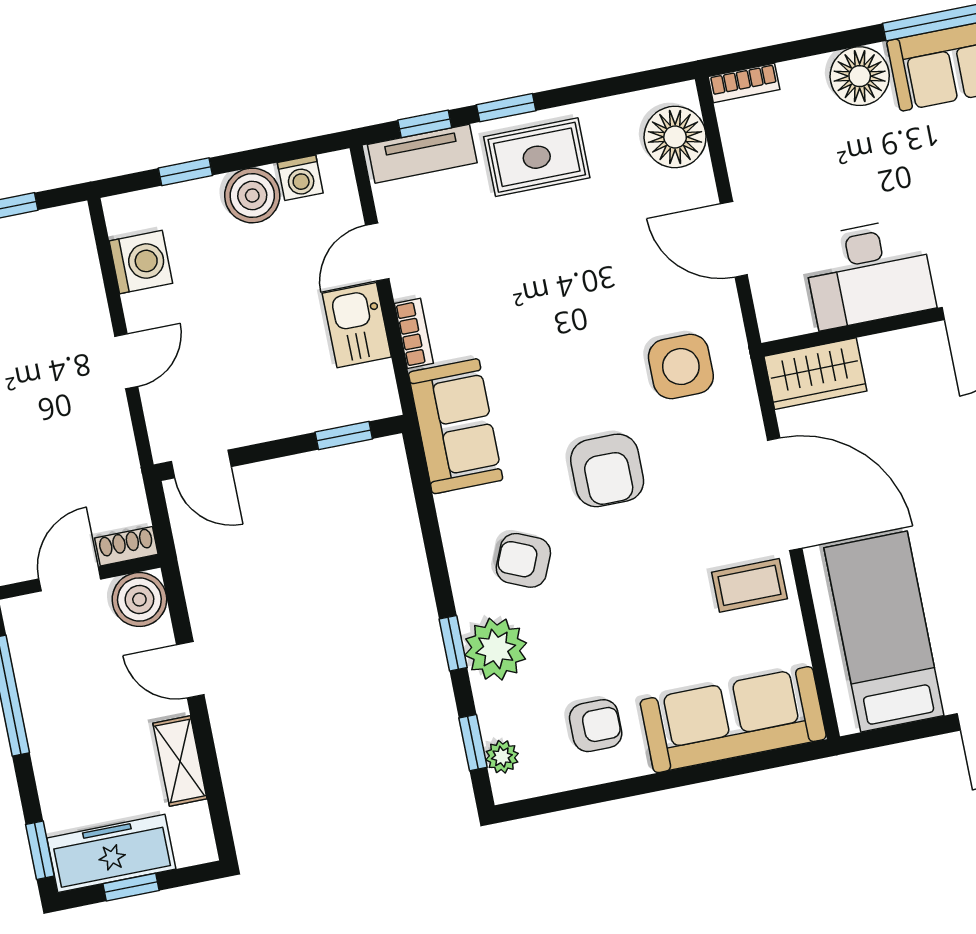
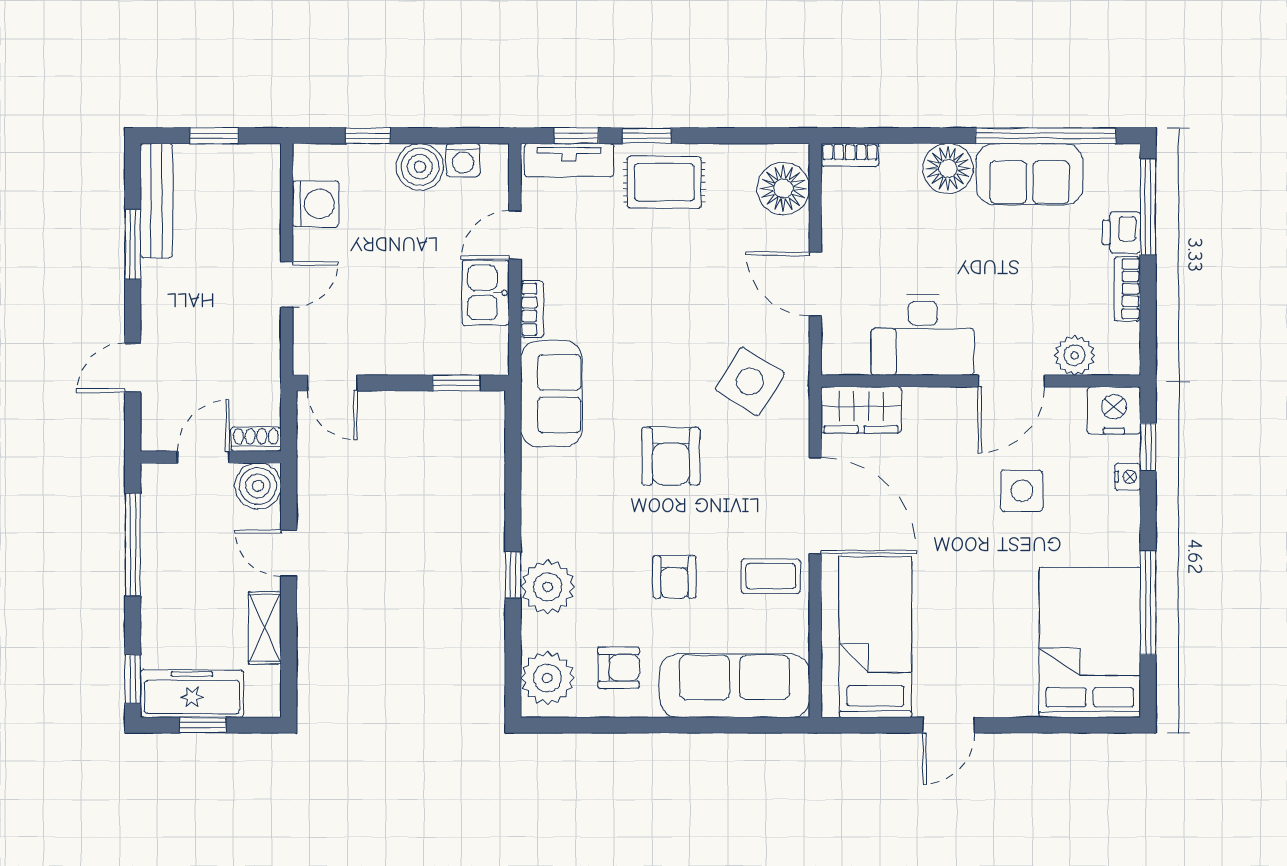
side table: (681, 367) -> (750, 381), turned 32
armchair: (523, 560) -> (674, 577), moved, turned -113
window: (473, 743) -> (513, 661), removed
plant: (502, 757) -> (547, 678), width x1.88, depth x1.88

